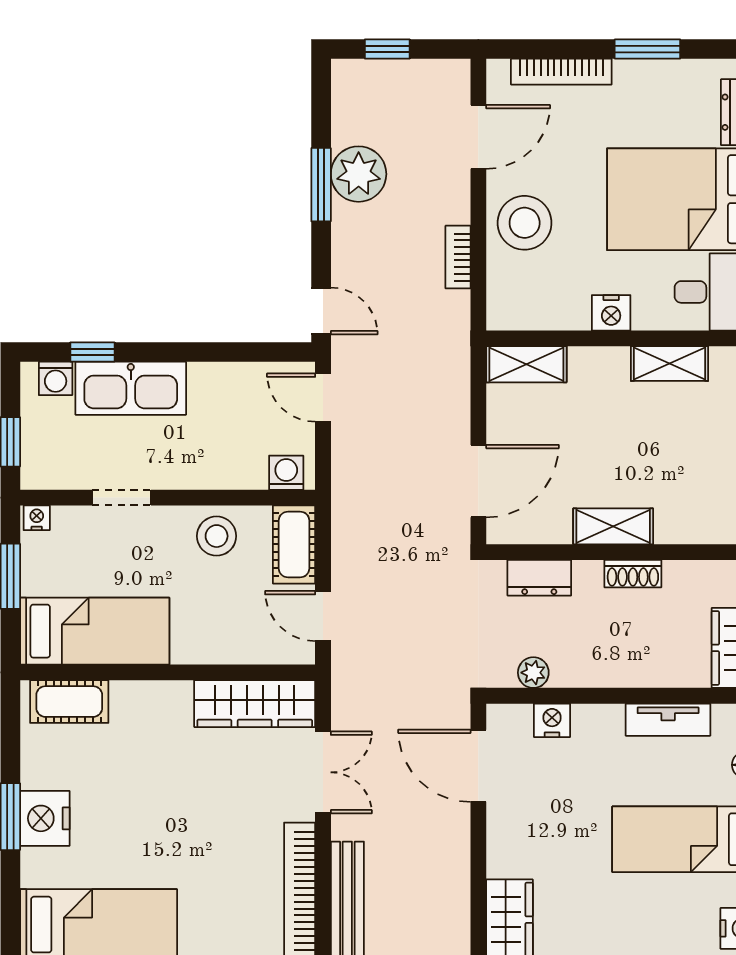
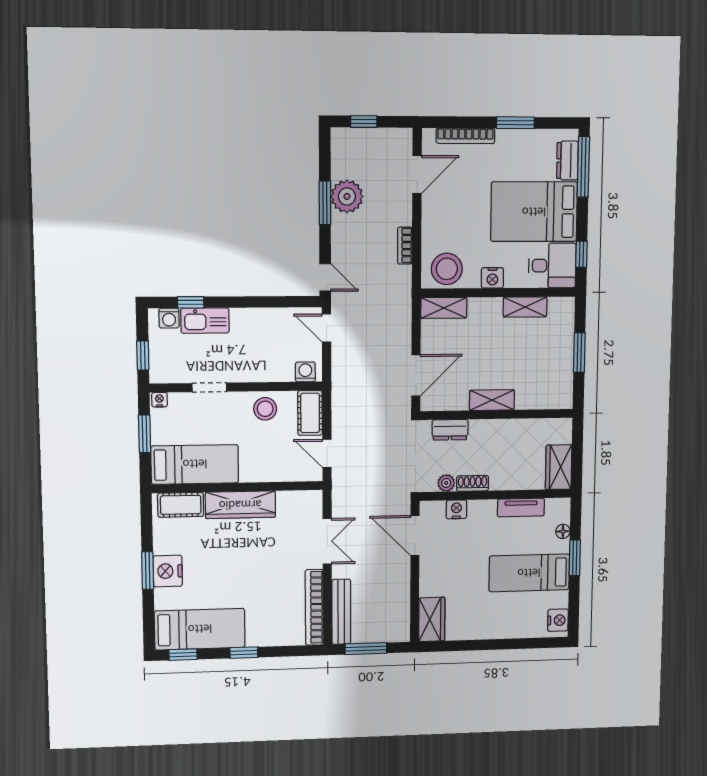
stool: (525, 223) -> (447, 269), moved
kitchen sink: (131, 388) -> (205, 321), width x0.73, depth x0.81
shoe rack: (633, 574) -> (472, 483), moved, turned 180
wardrobe: (255, 704) -> (240, 505), moved

